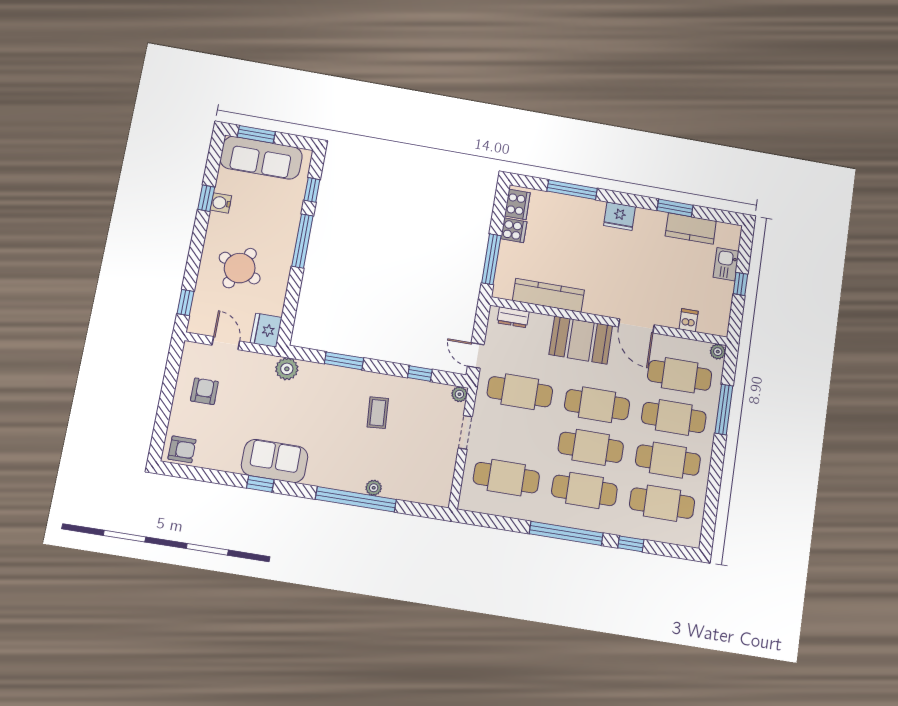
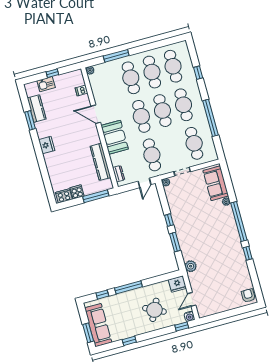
window: (572, 190) -> (44, 173), removed
water cooler: (221, 203) -> (189, 316), moved
door: (636, 326) -> (96, 114), swing flipped
window: (420, 374) -> (169, 220), moved
cafe table: (680, 375) -> (110, 84), removed
armchair: (204, 391) -> (218, 298), removed
coffee table: (378, 413) -> (192, 216), removed
sofa: (275, 461) -> (216, 183), moved
window: (356, 499) -> (239, 222), moved
window: (566, 533) -> (211, 118), moved

